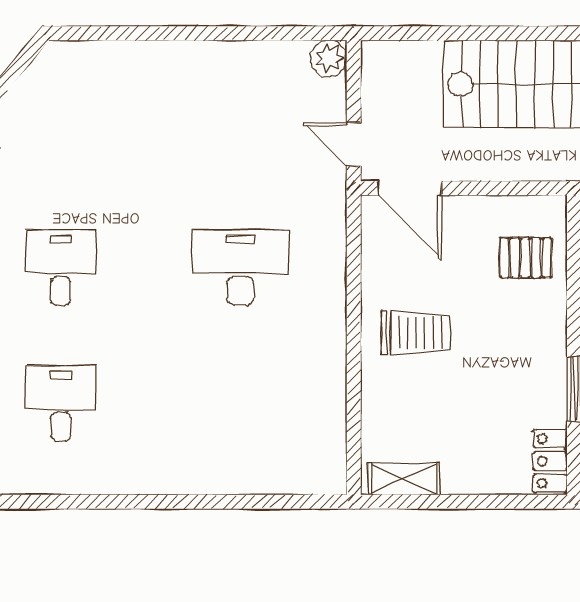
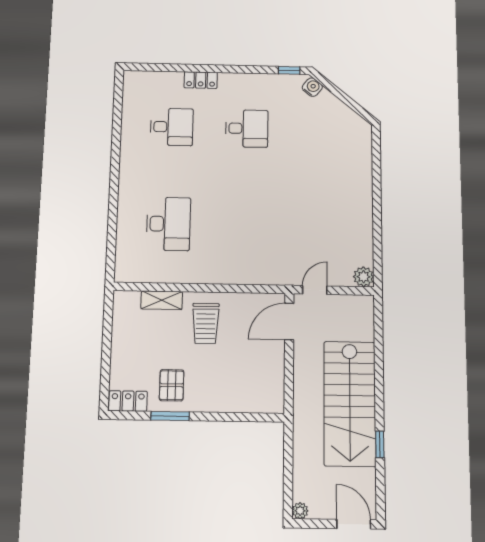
pallet: (525, 258) -> (172, 385), moved
desk: (240, 267) -> (168, 224), moved
shelving: (404, 479) -> (162, 300), moved, turned 90

